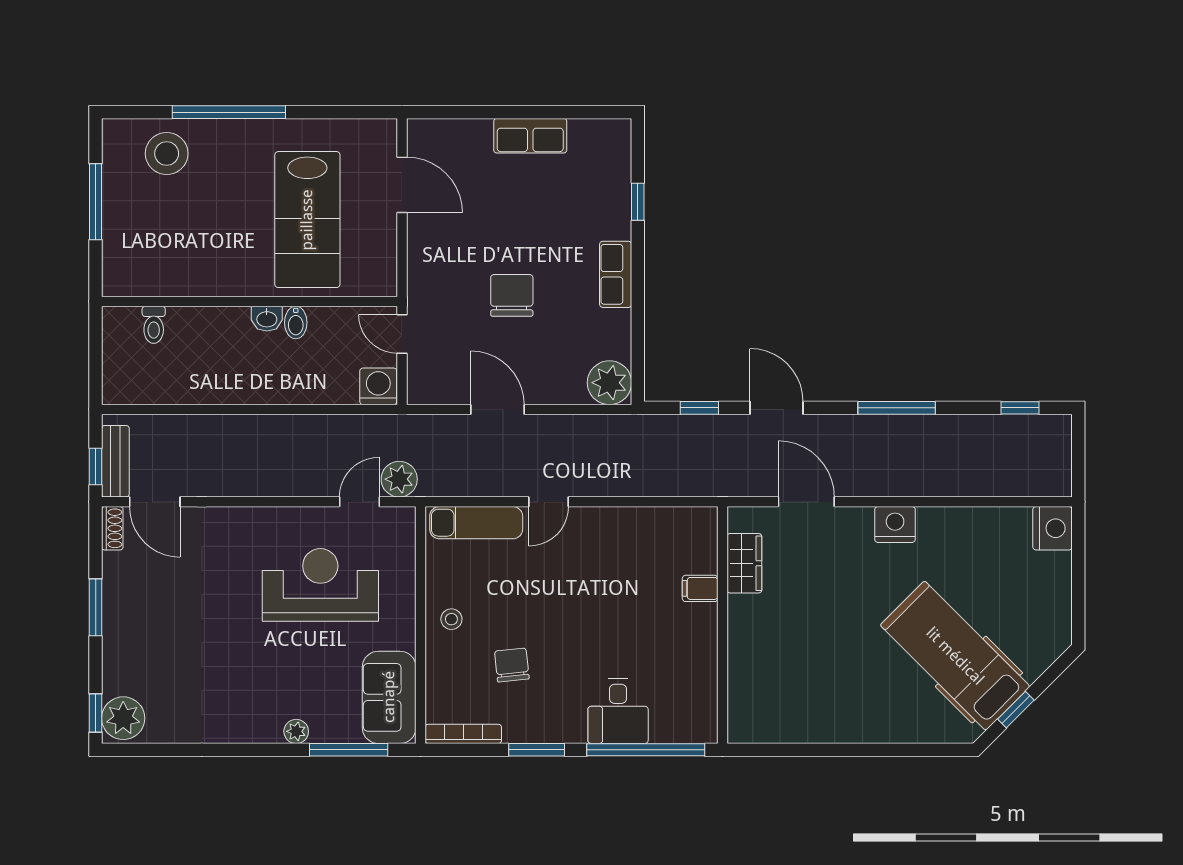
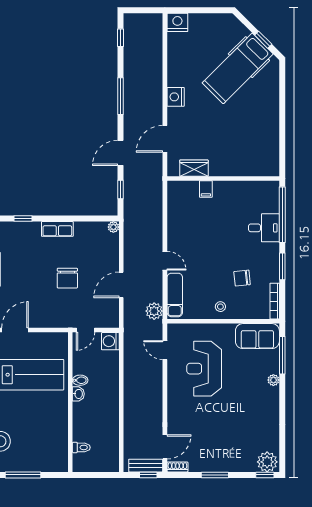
chair: (512, 295) -> (67, 278), turned -90
plant: (609, 383) -> (113, 227), width x0.53, depth x0.53
plant: (399, 479) -> (154, 311), moved

